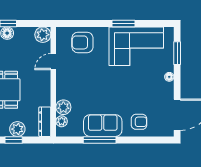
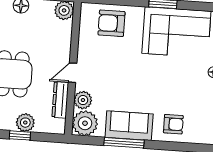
door: (53, 62) -> (73, 73), moved
plant: (62, 121) -> (85, 123), width x1.88, depth x1.88
dresser: (45, 122) -> (60, 100), moved

